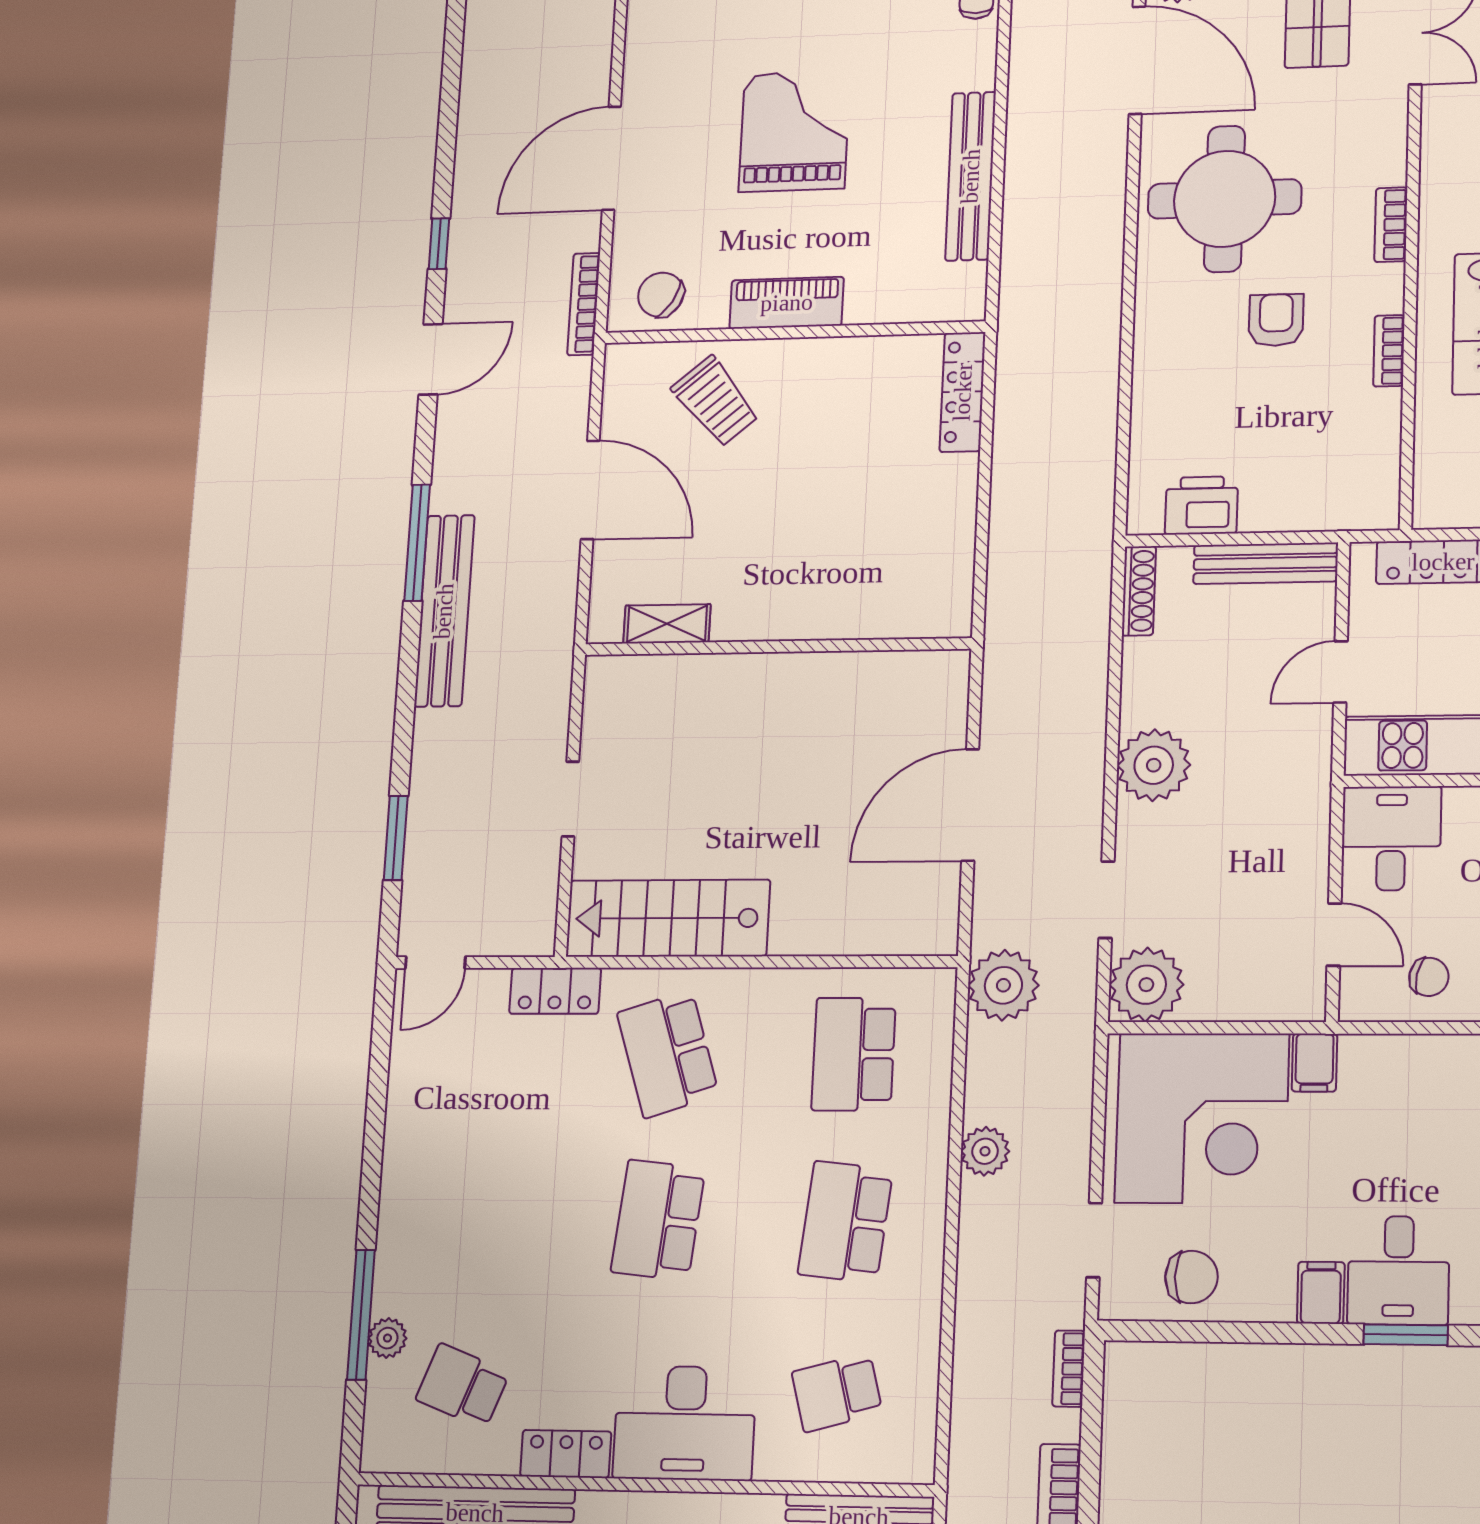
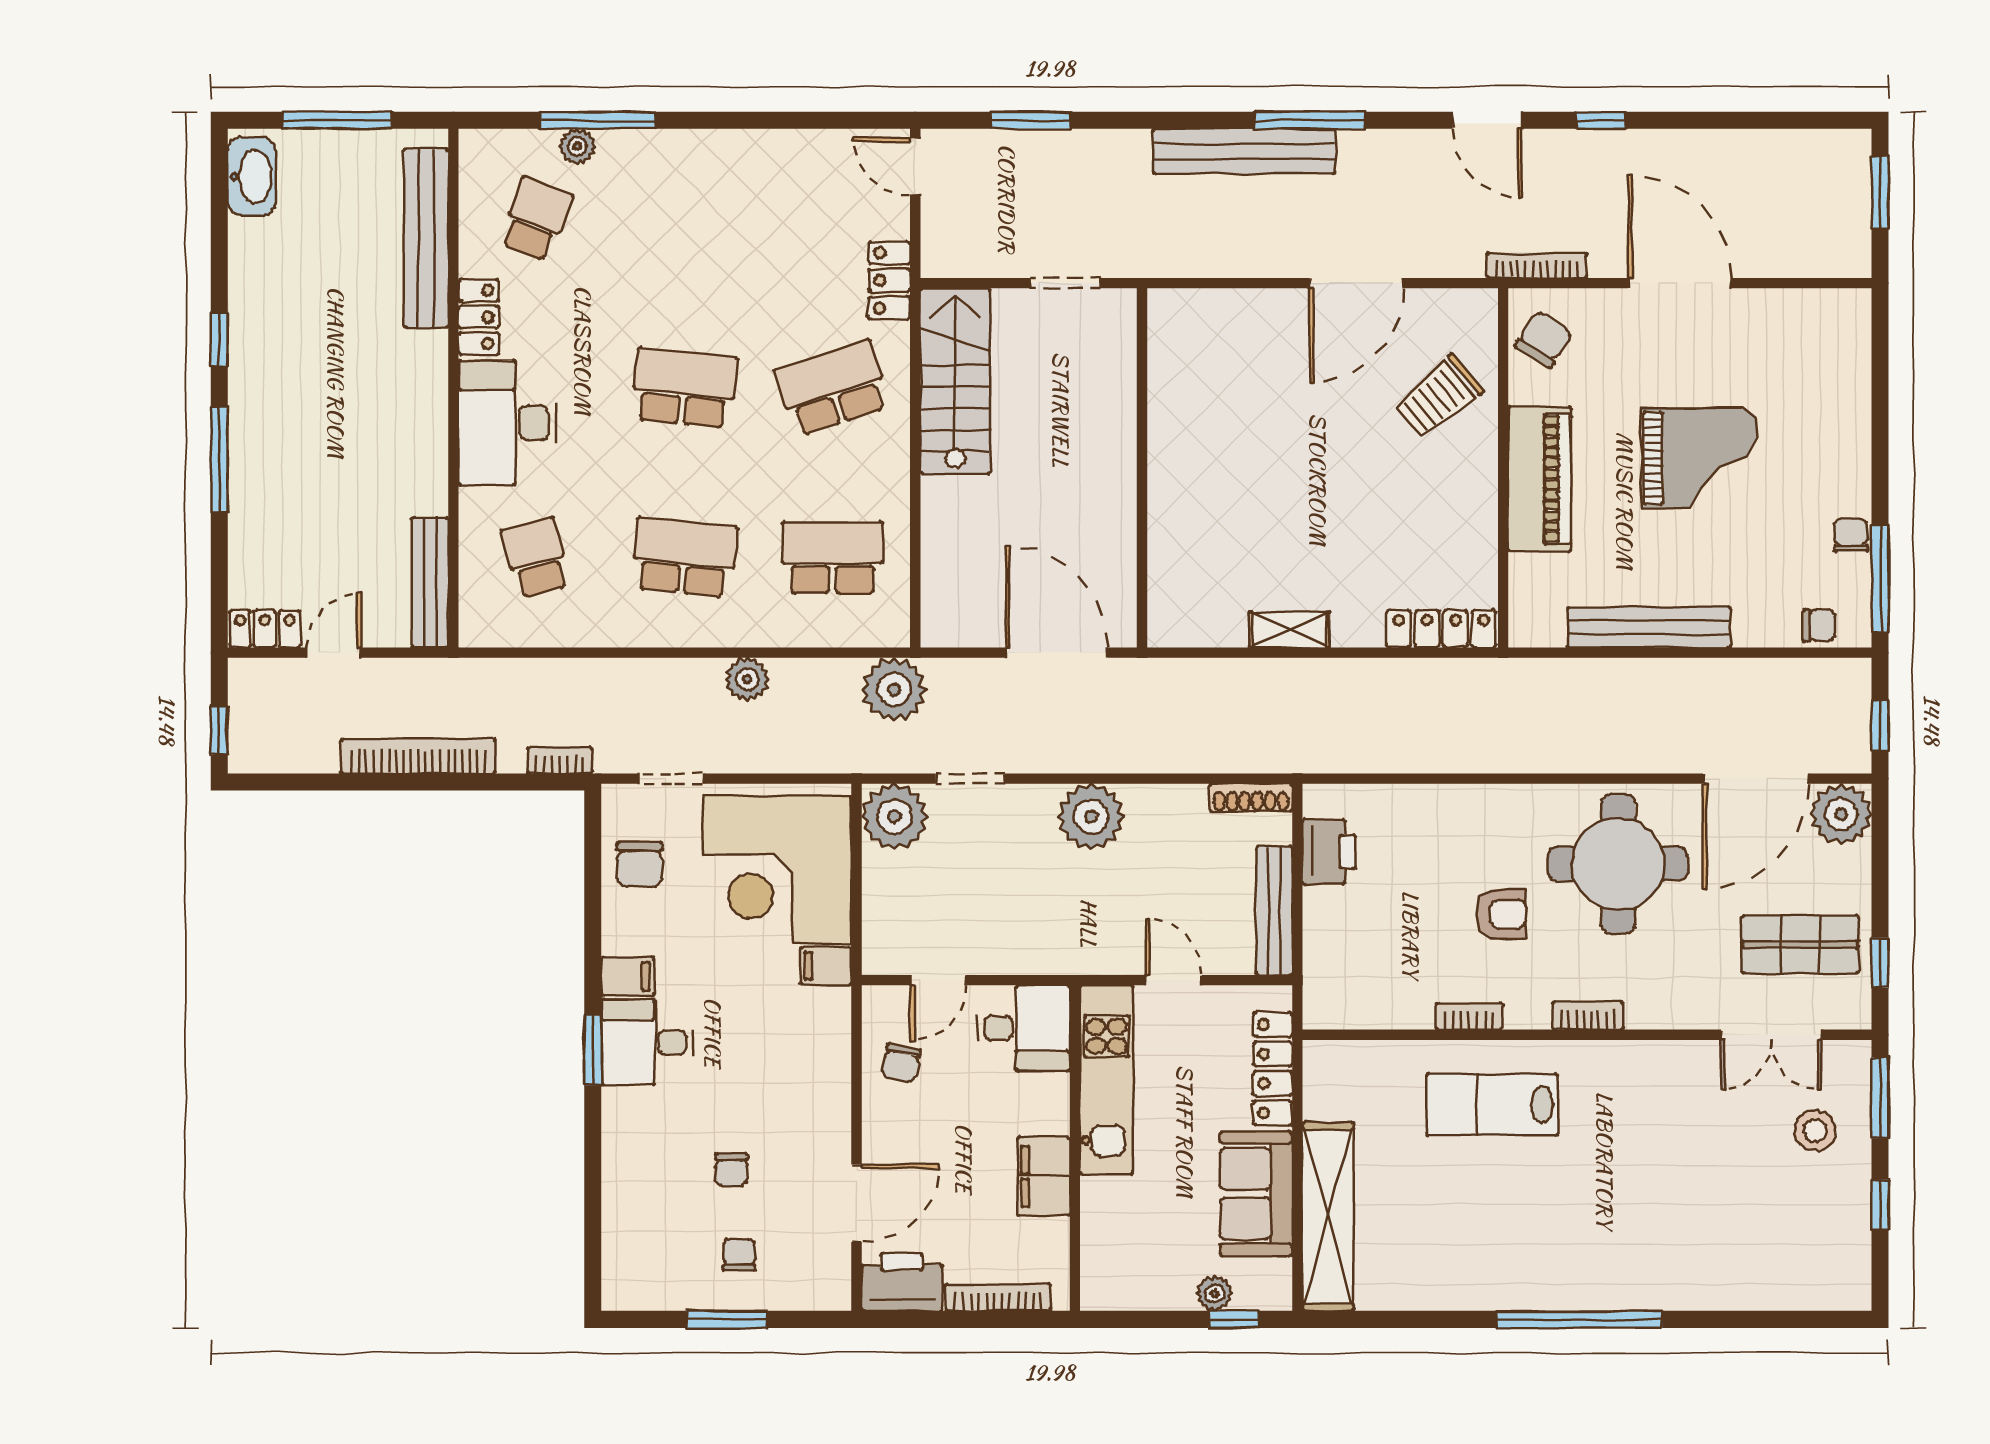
piano: (787, 303) -> (1540, 479), width x1.37, depth x1.33
shelving: (667, 624) -> (1289, 630), moved, turned 90
wall: (777, 647) -> (1142, 468), moved

